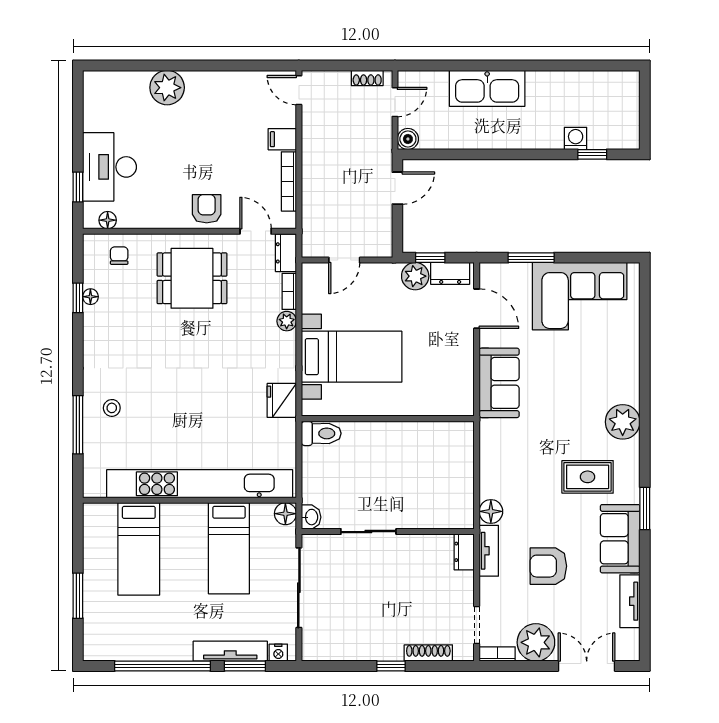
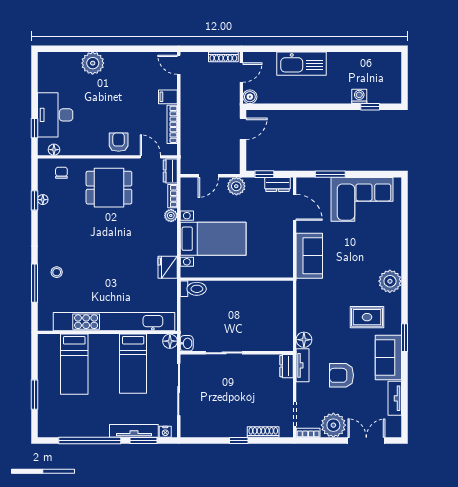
shoe rack: (367, 78) -> (223, 57), width x1.43
plant: (415, 276) -> (236, 186), moved

